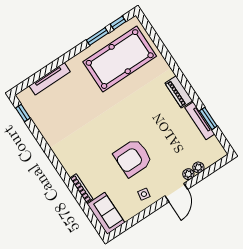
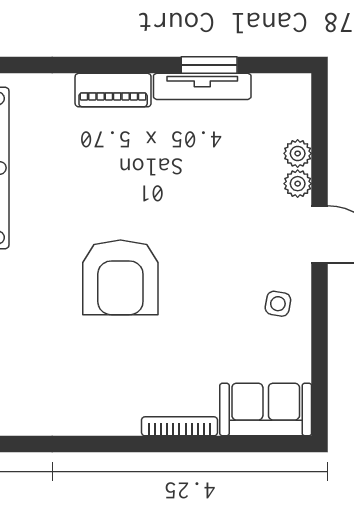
armchair: (133, 158) -> (120, 277), moved

